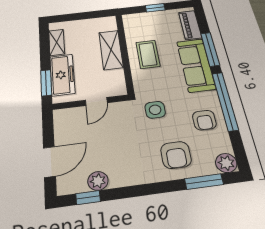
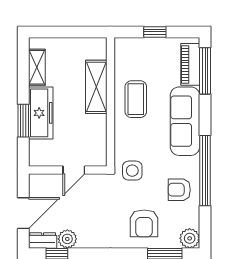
window: (210, 49) -> (205, 71), moved
door: (96, 101) -> (74, 170), moved
wall: (90, 102) -> (68, 170), moved
armchair: (204, 120) -> (179, 190), turned 90
dresser: (71, 186) -> (43, 240), added

